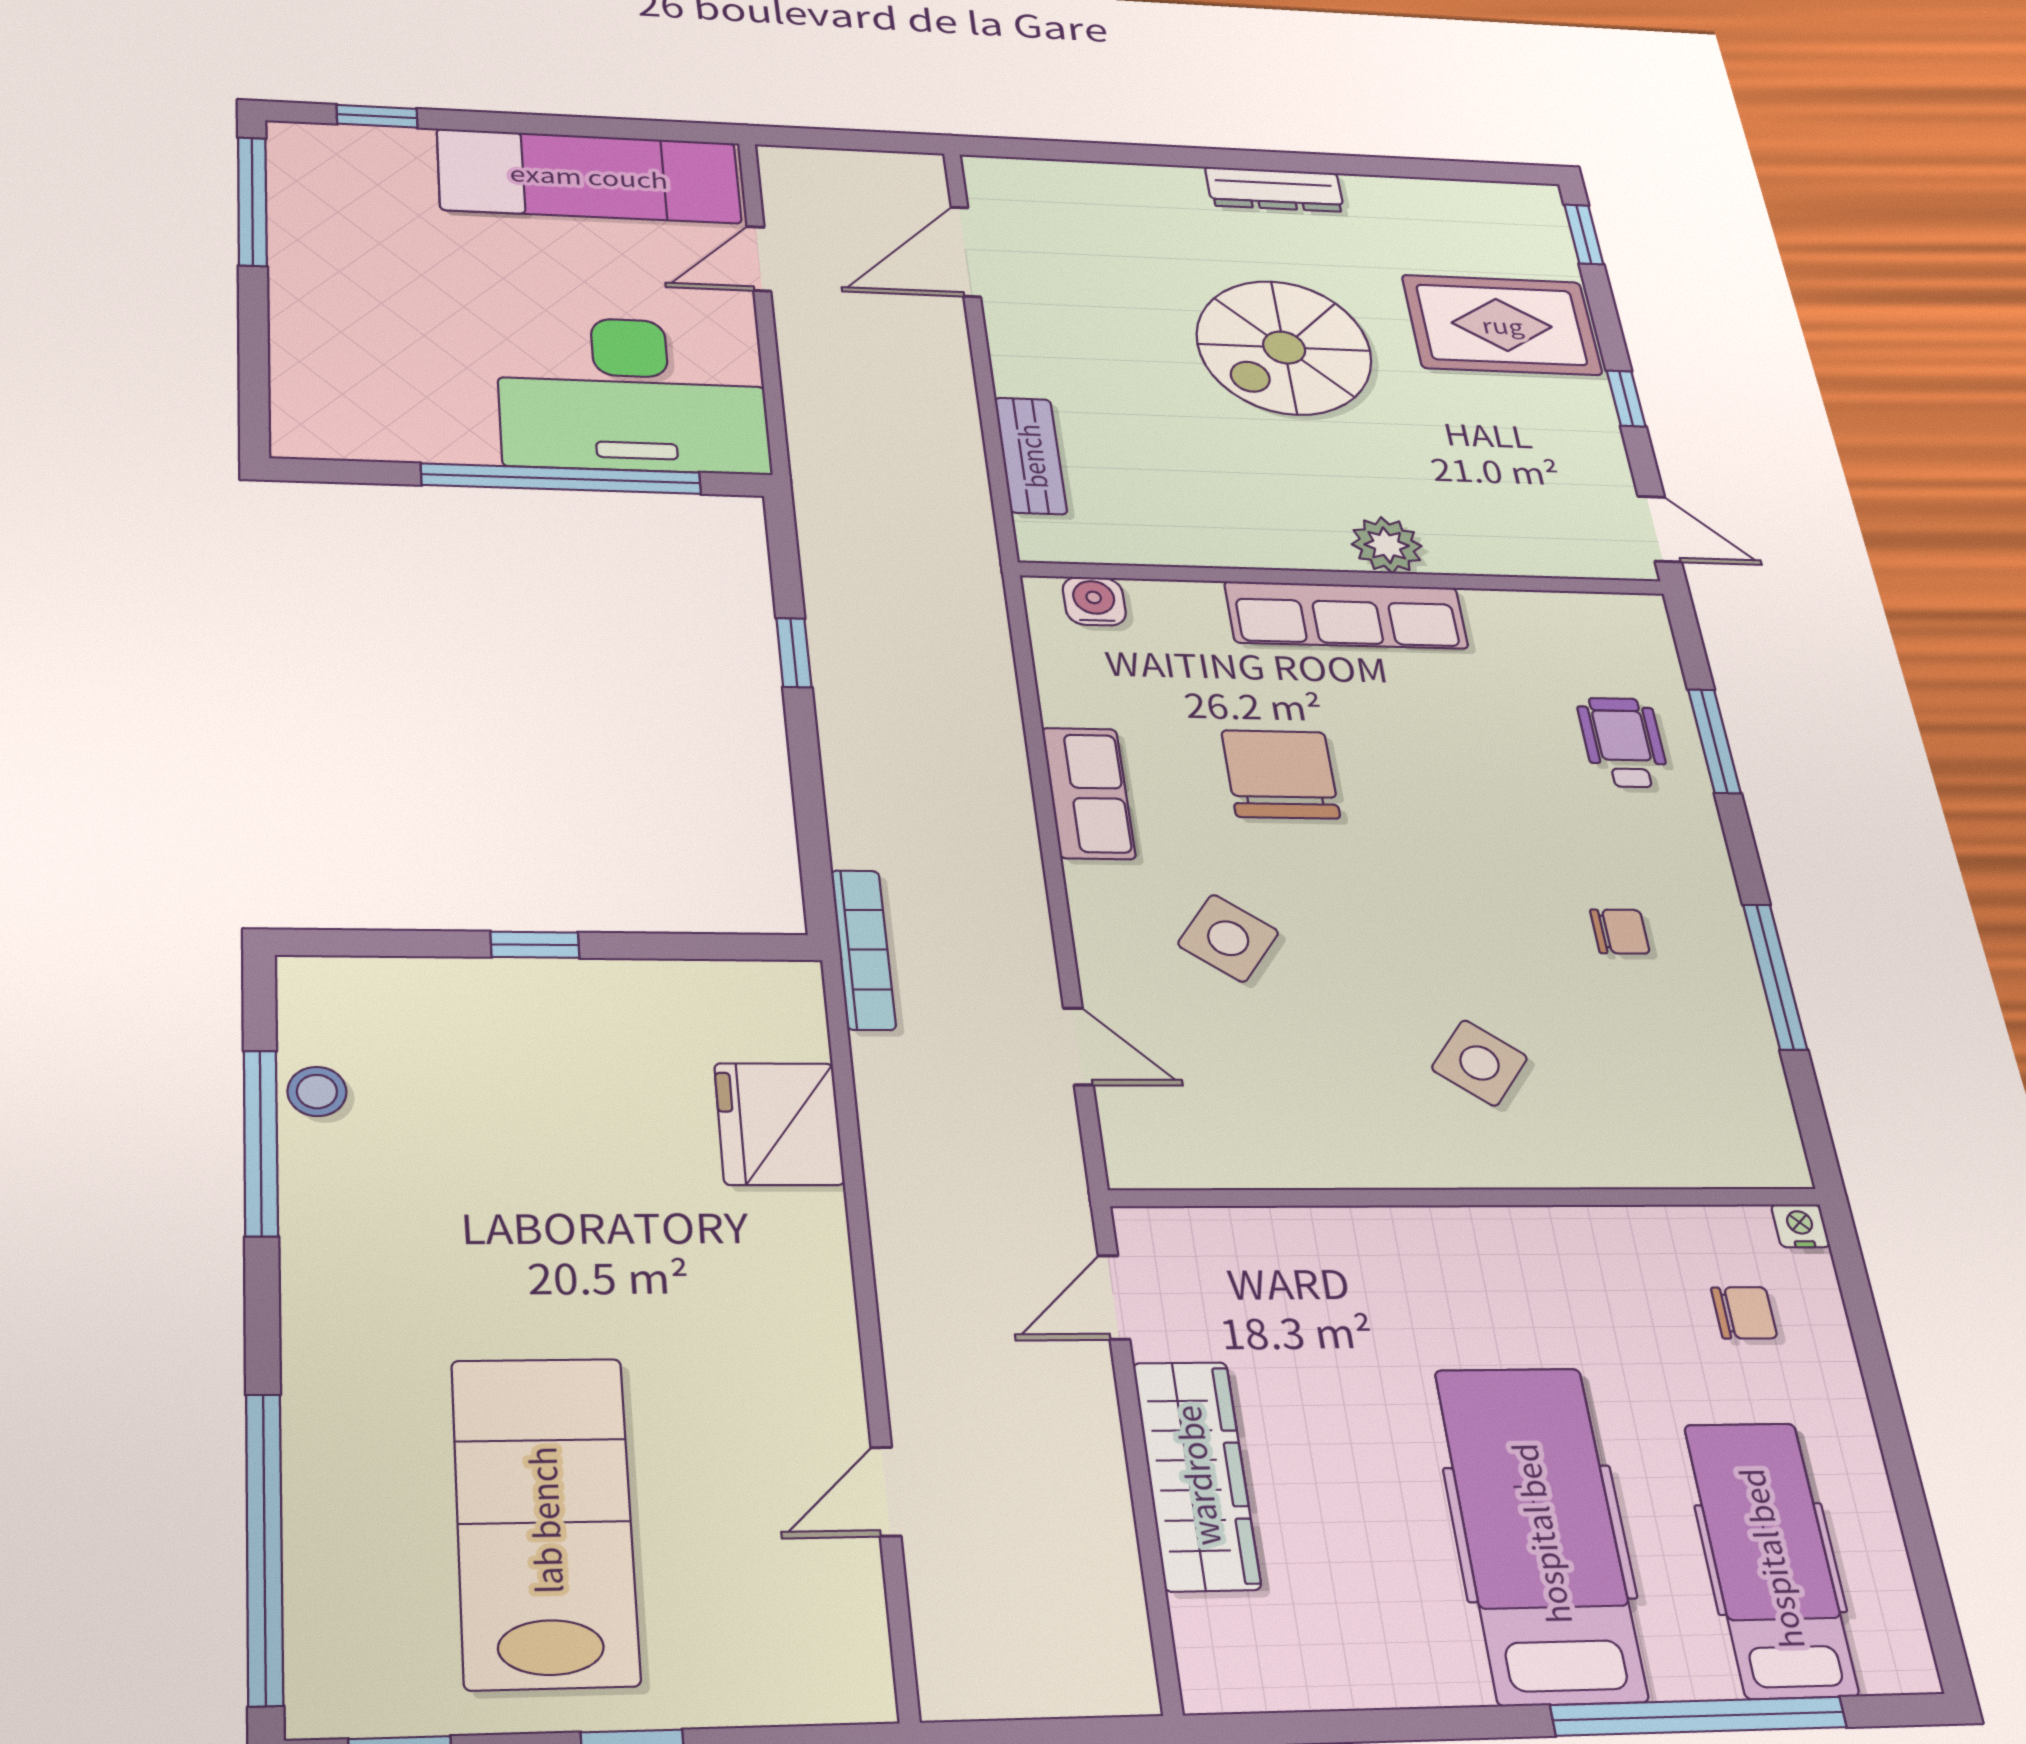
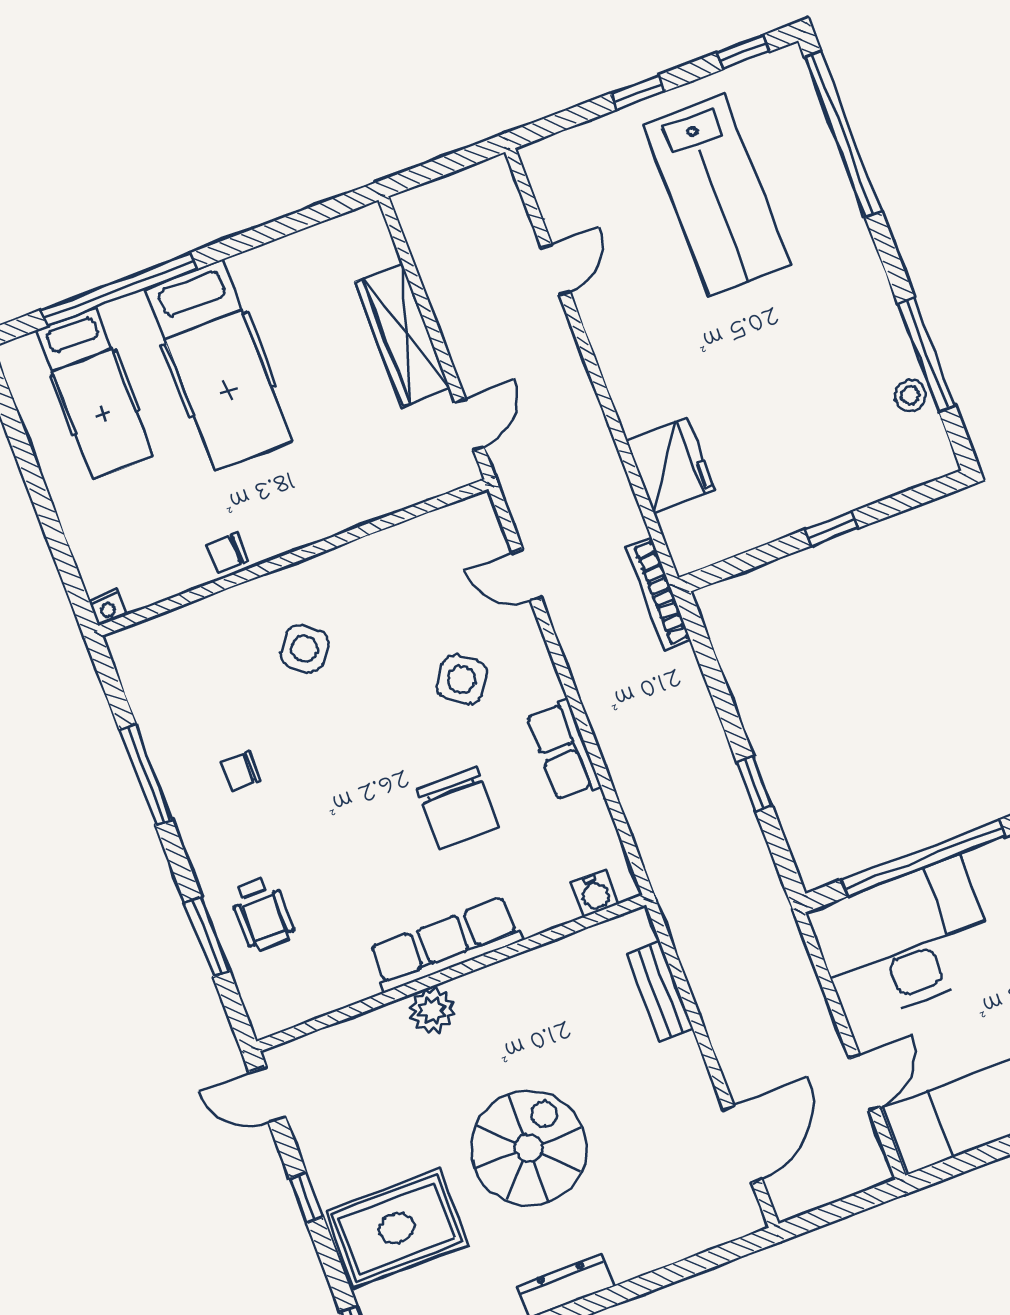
chair: (1744, 1313) -> (227, 552), moved

